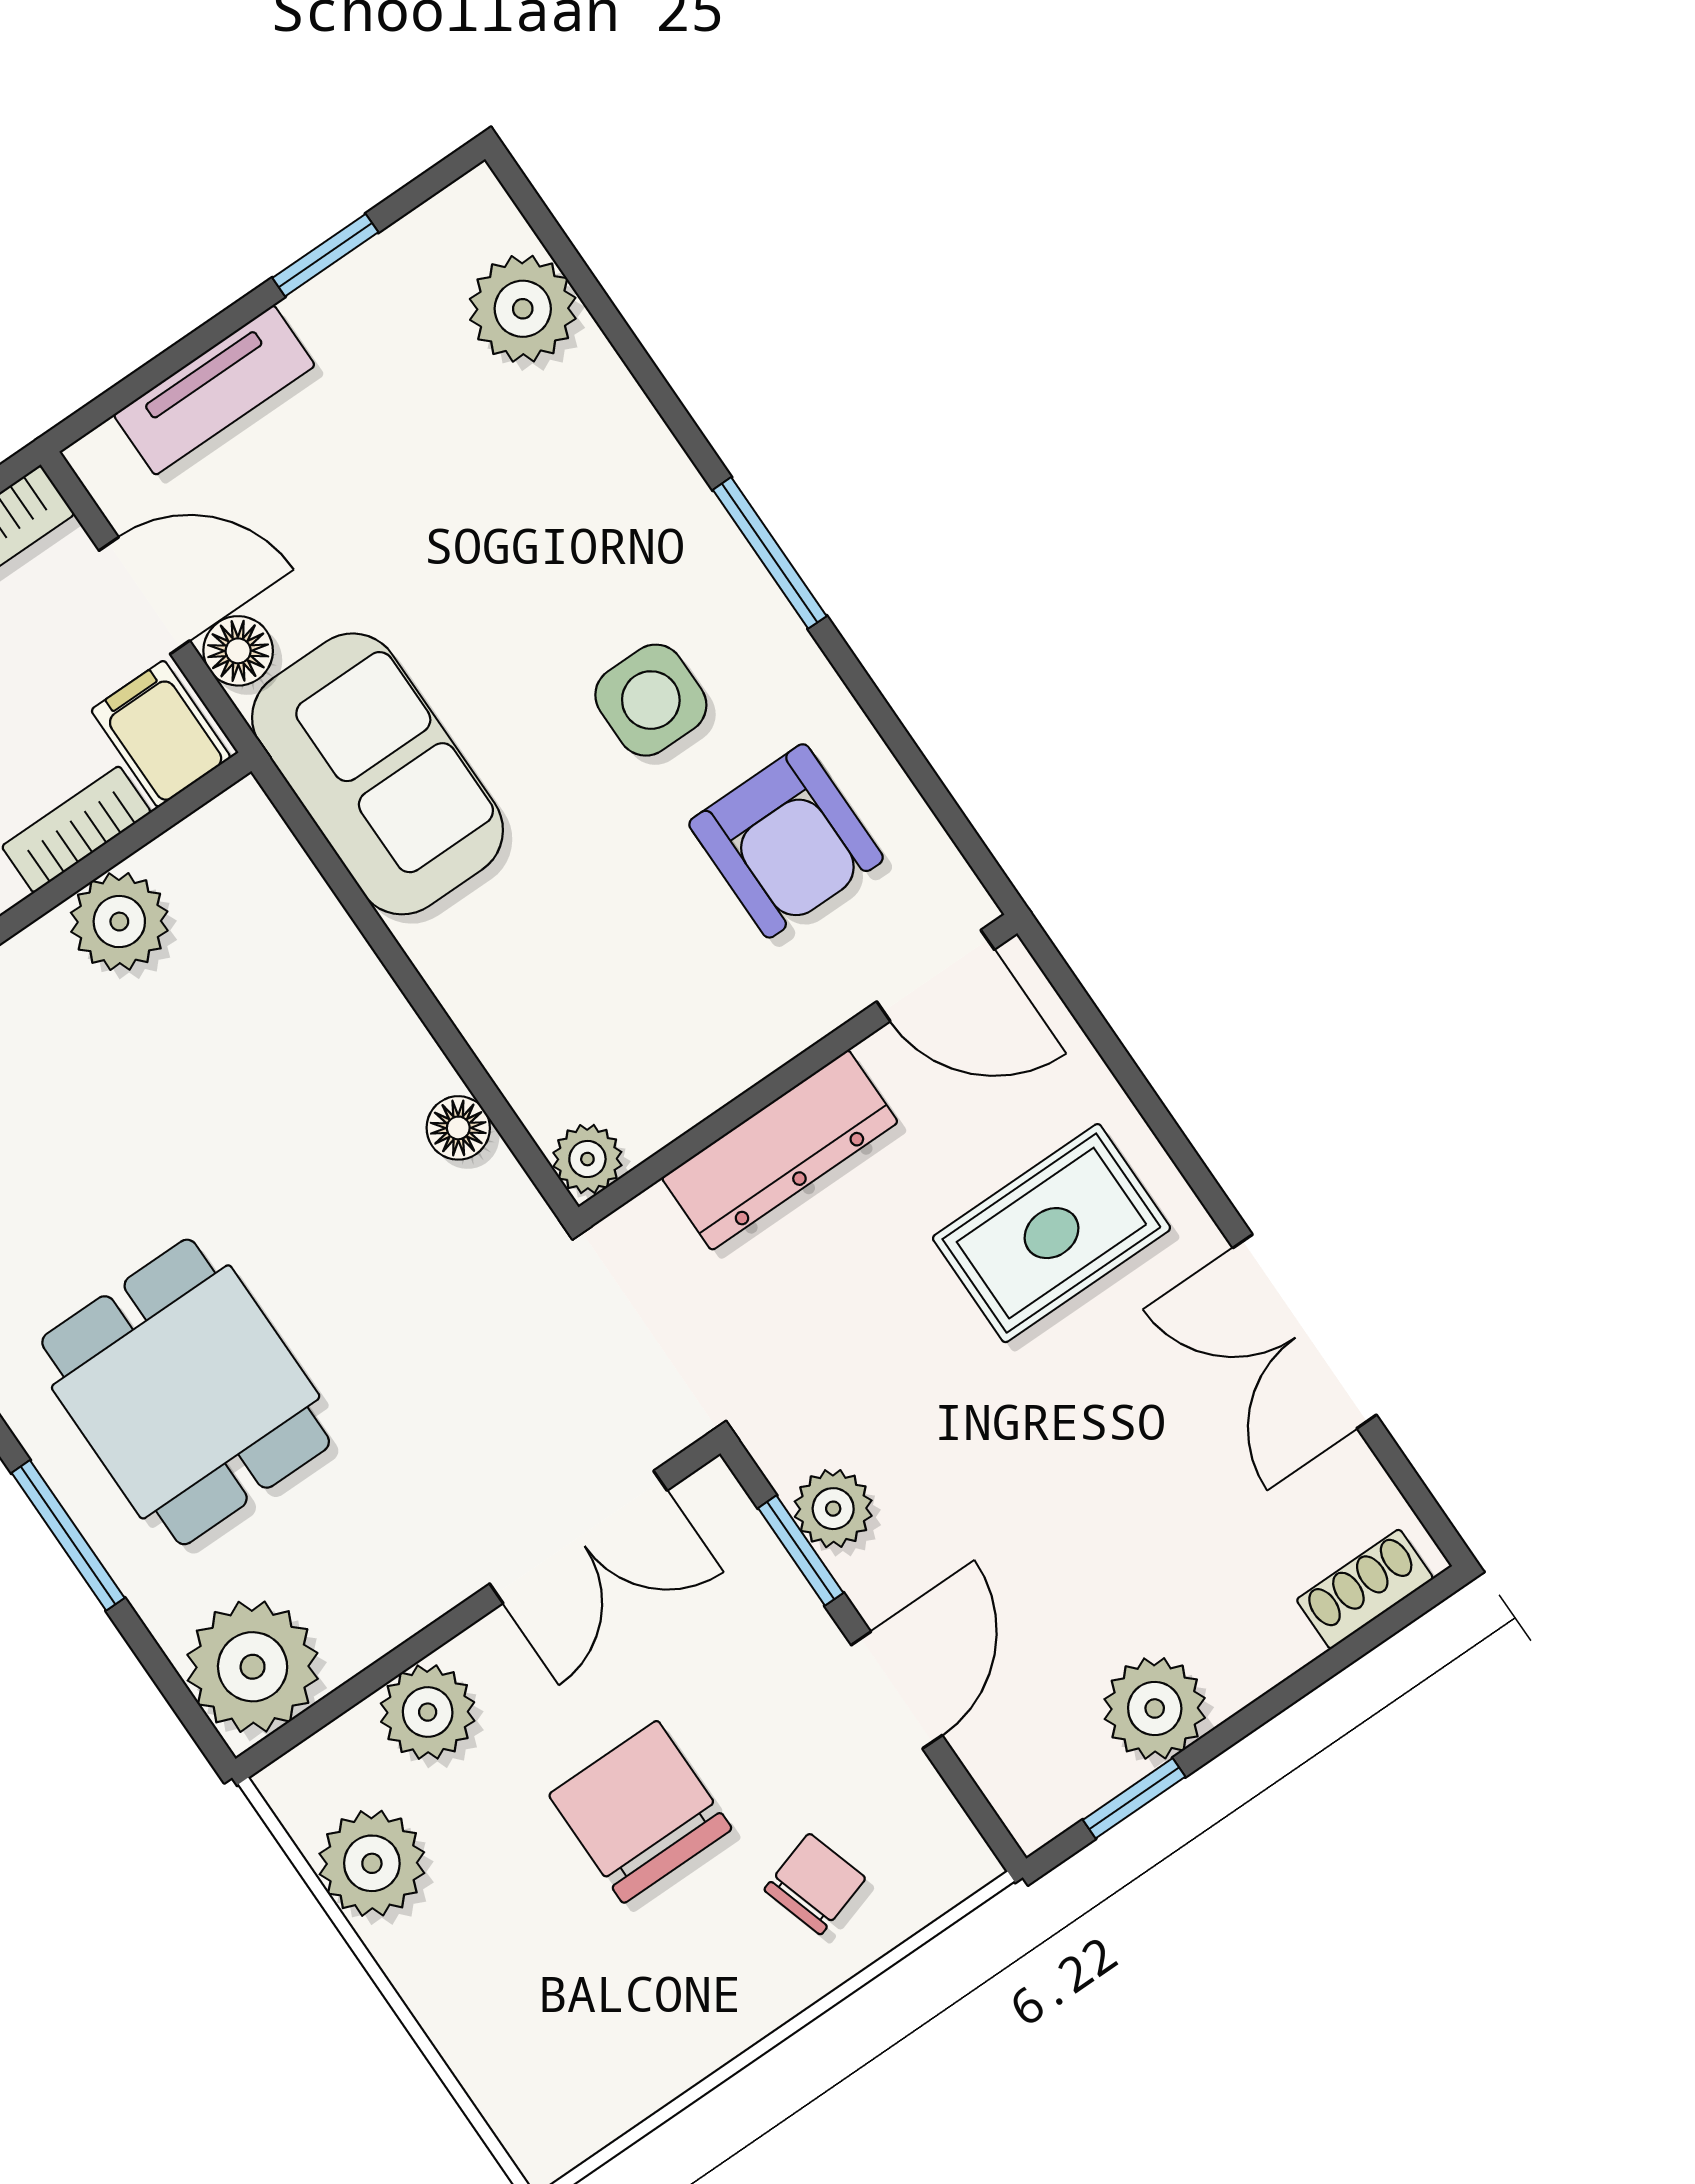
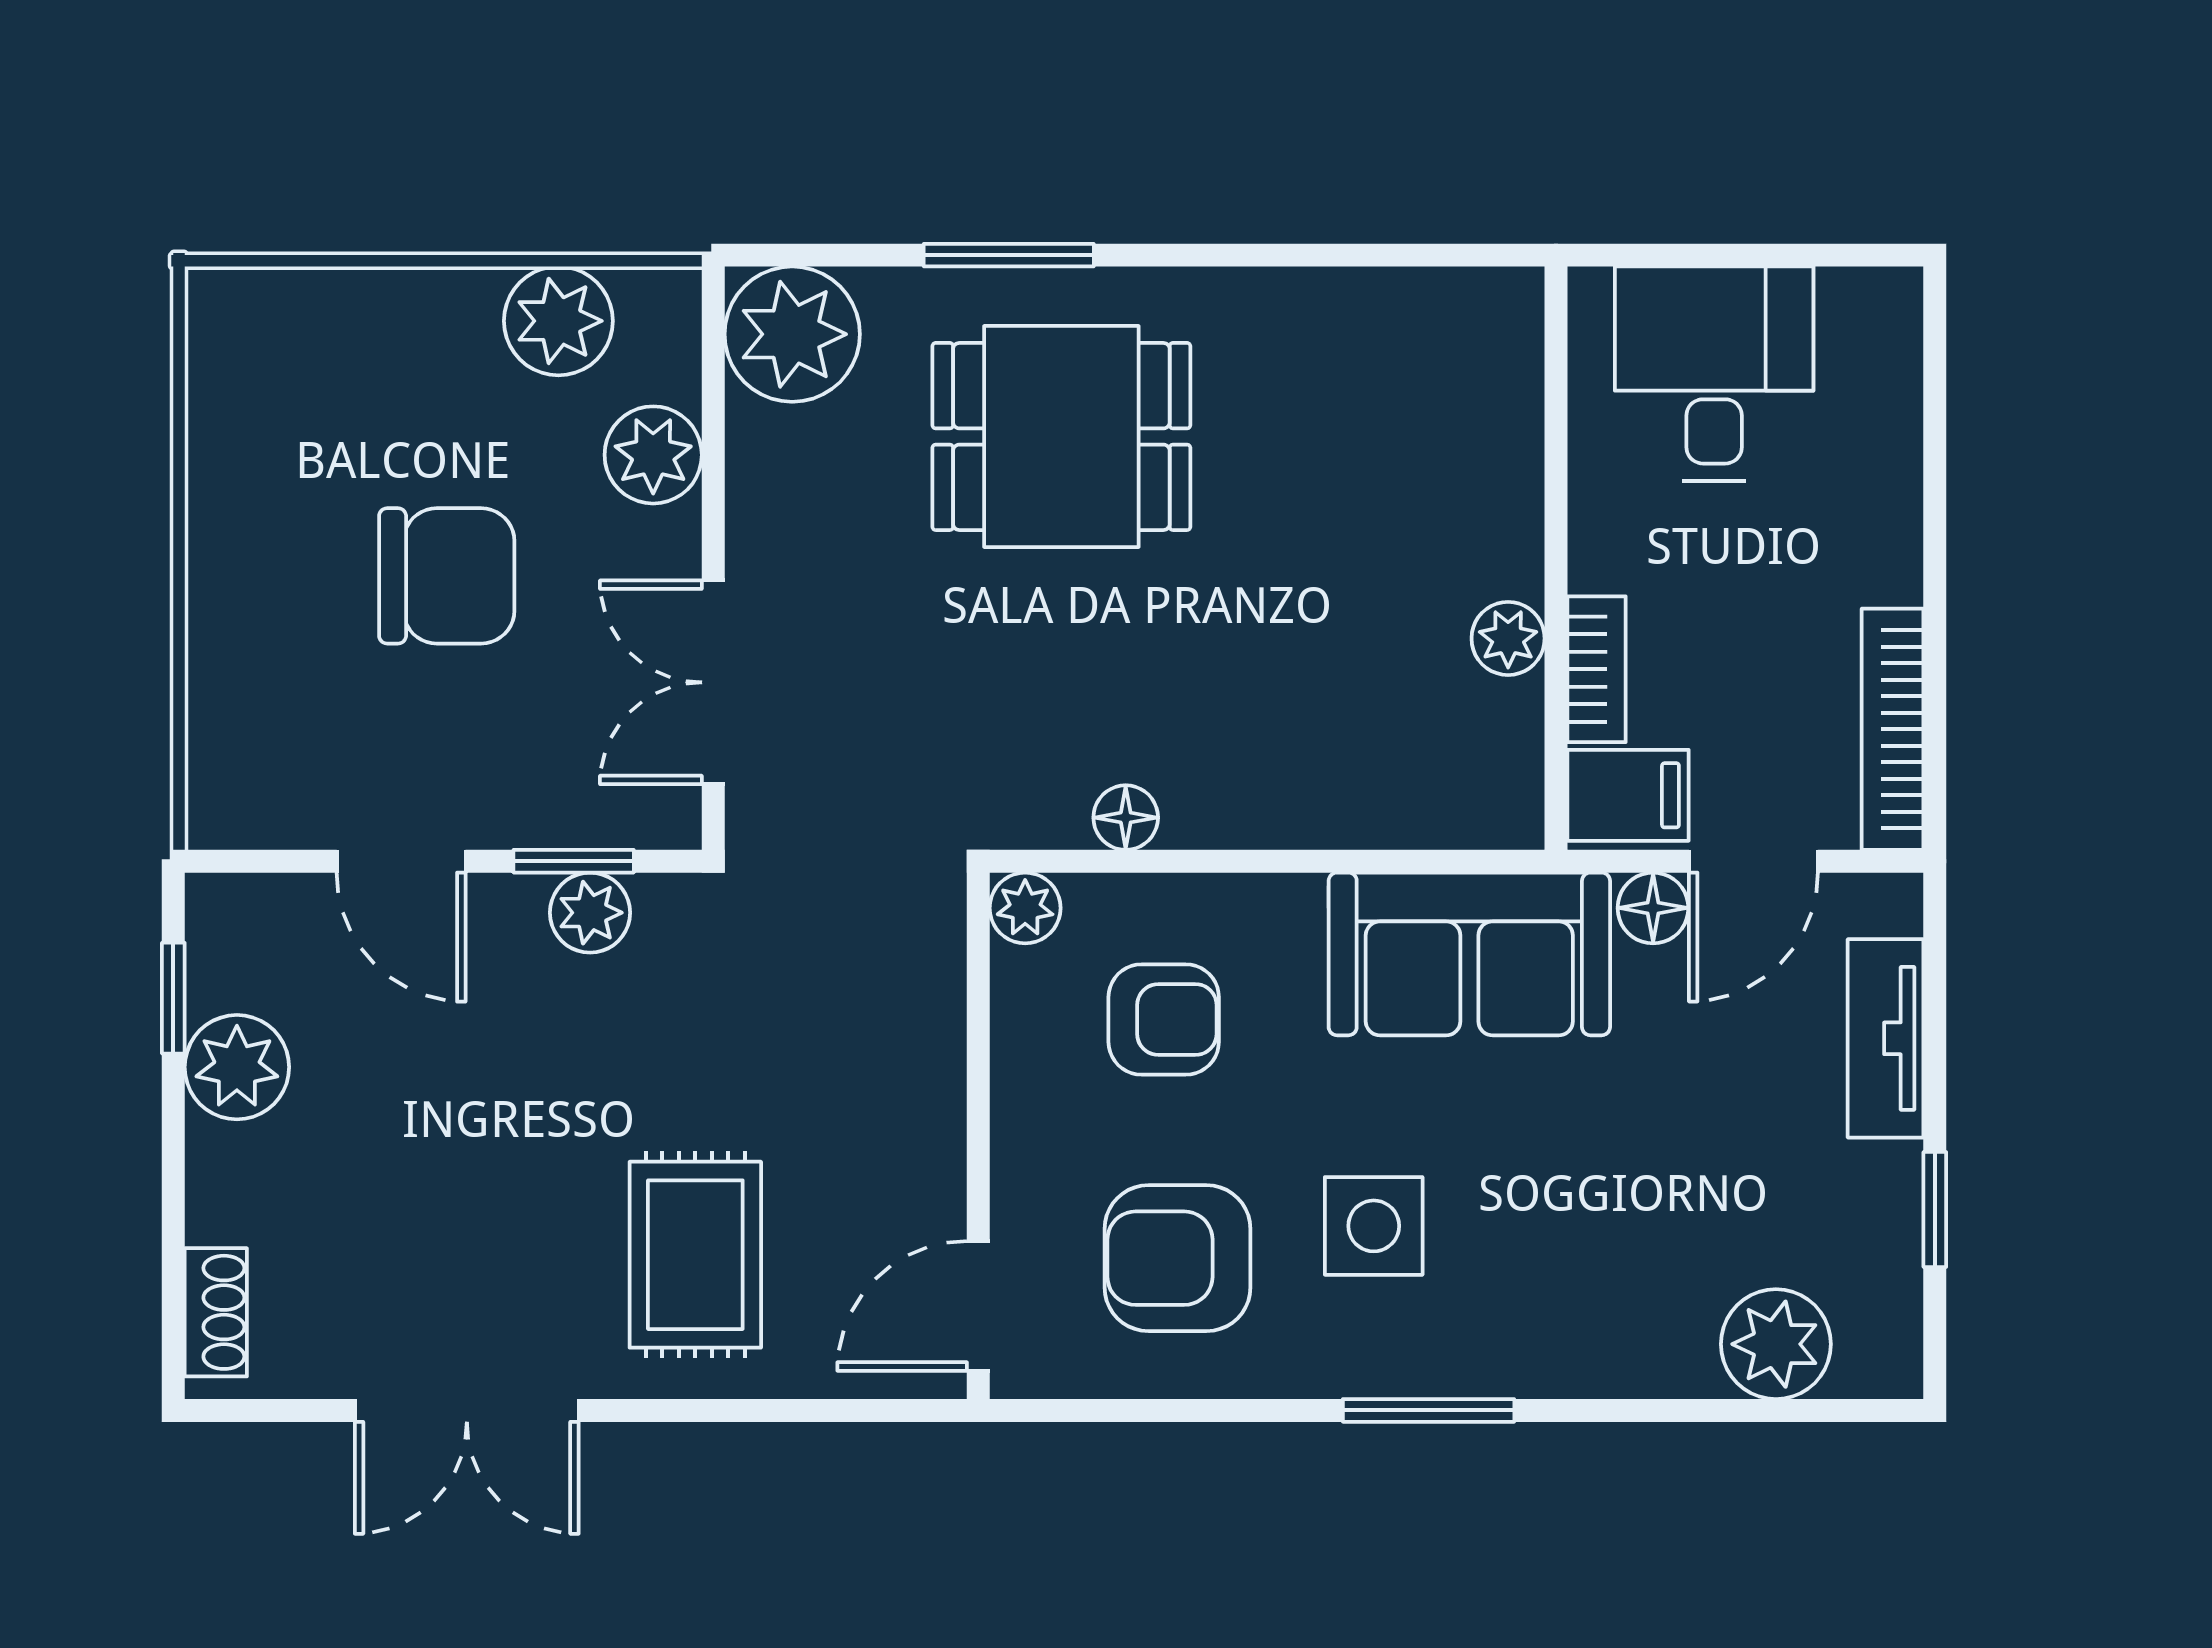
plant: (119, 922) -> (1508, 638), width x0.73, depth x0.73
armchair: (601, 985) -> (1164, 1020), added
dresser: (780, 1150) -> (922, 1075), removed
double door: (1305, 1331) -> (467, 1410), swing flipped
chair: (815, 1884) -> (286, 681), removed

